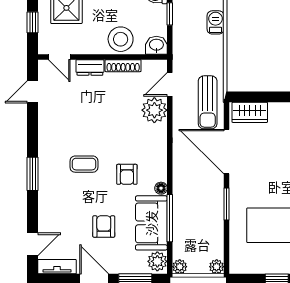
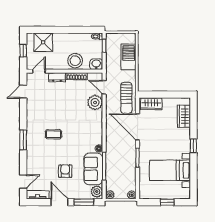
barbecue: (216, 22) -> (128, 57), width x1.88, depth x1.53
door: (59, 57) -> (39, 71), swing flipped
door: (170, 84) -> (104, 87), hinge flipped
armchair: (127, 174) -> (79, 140), removed

